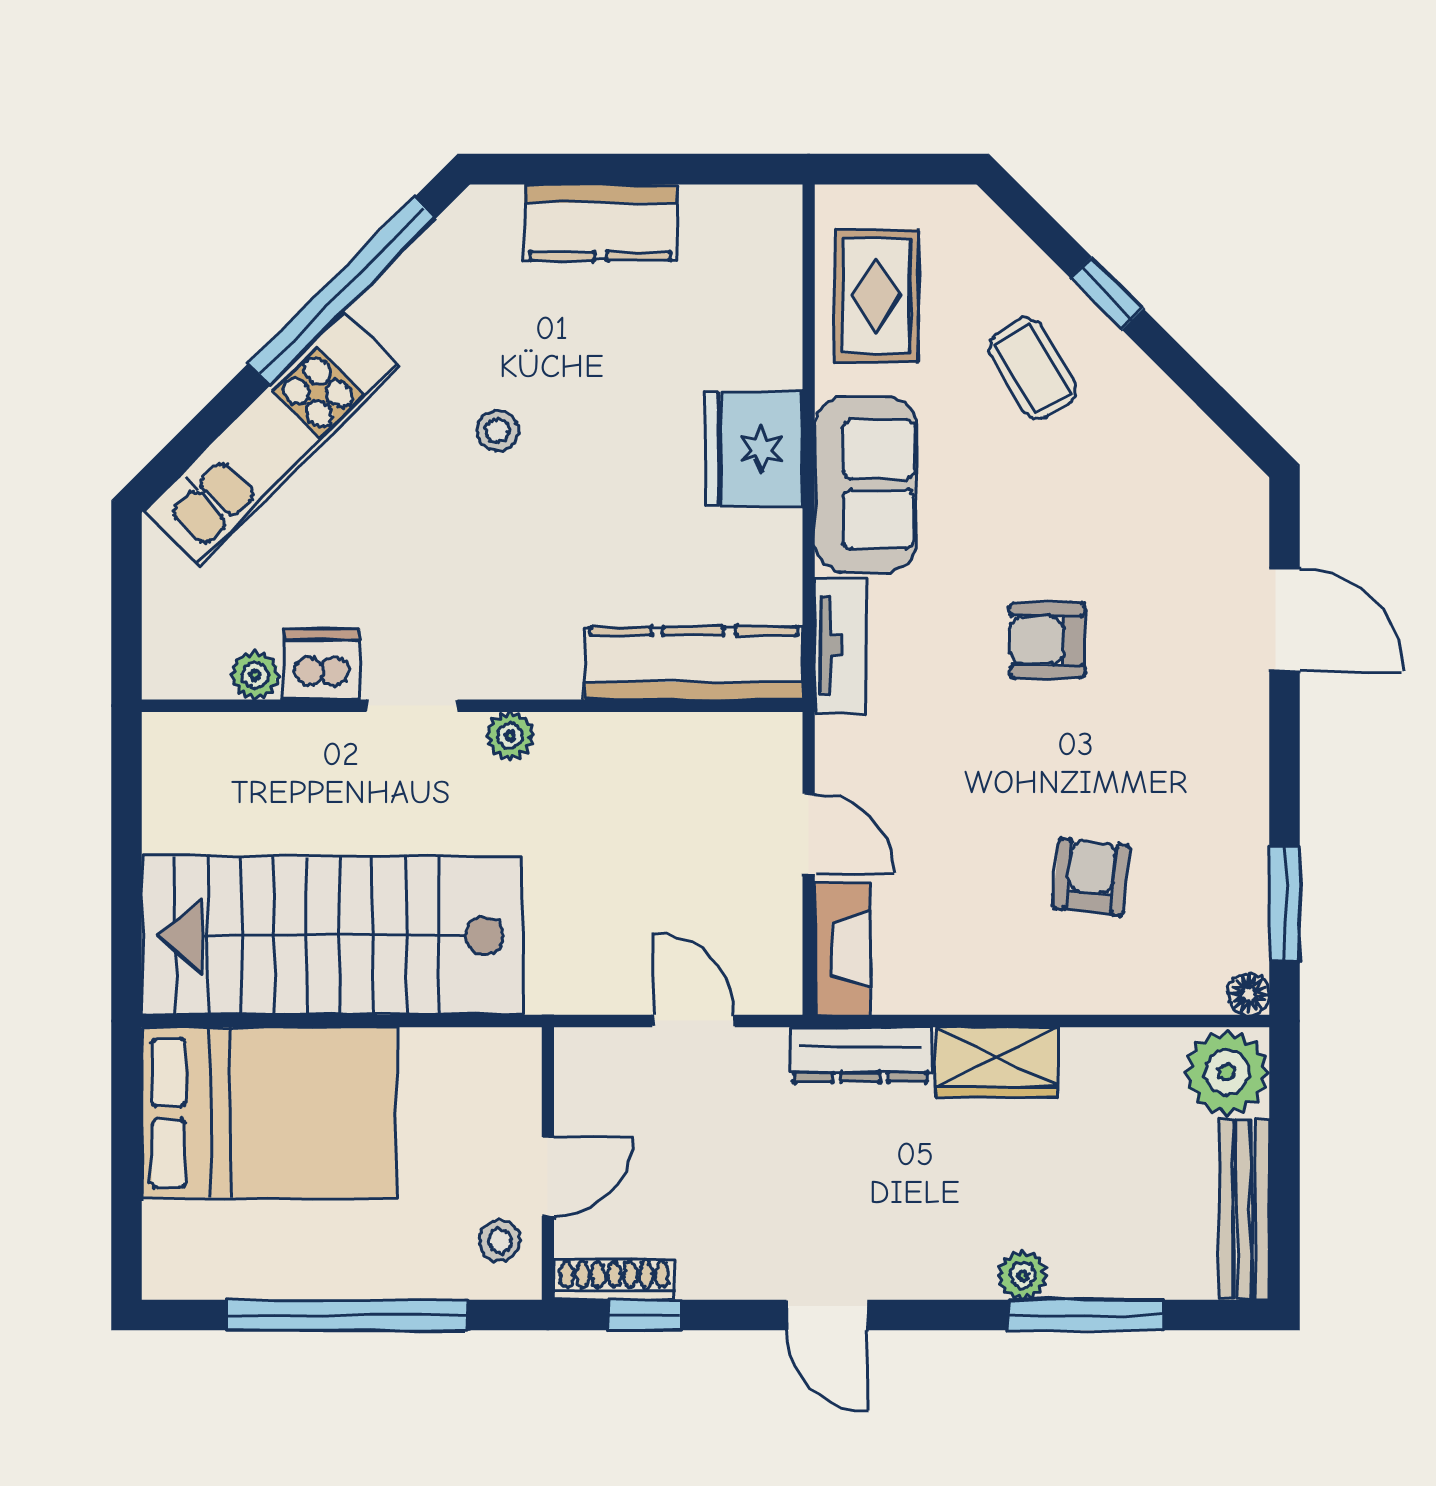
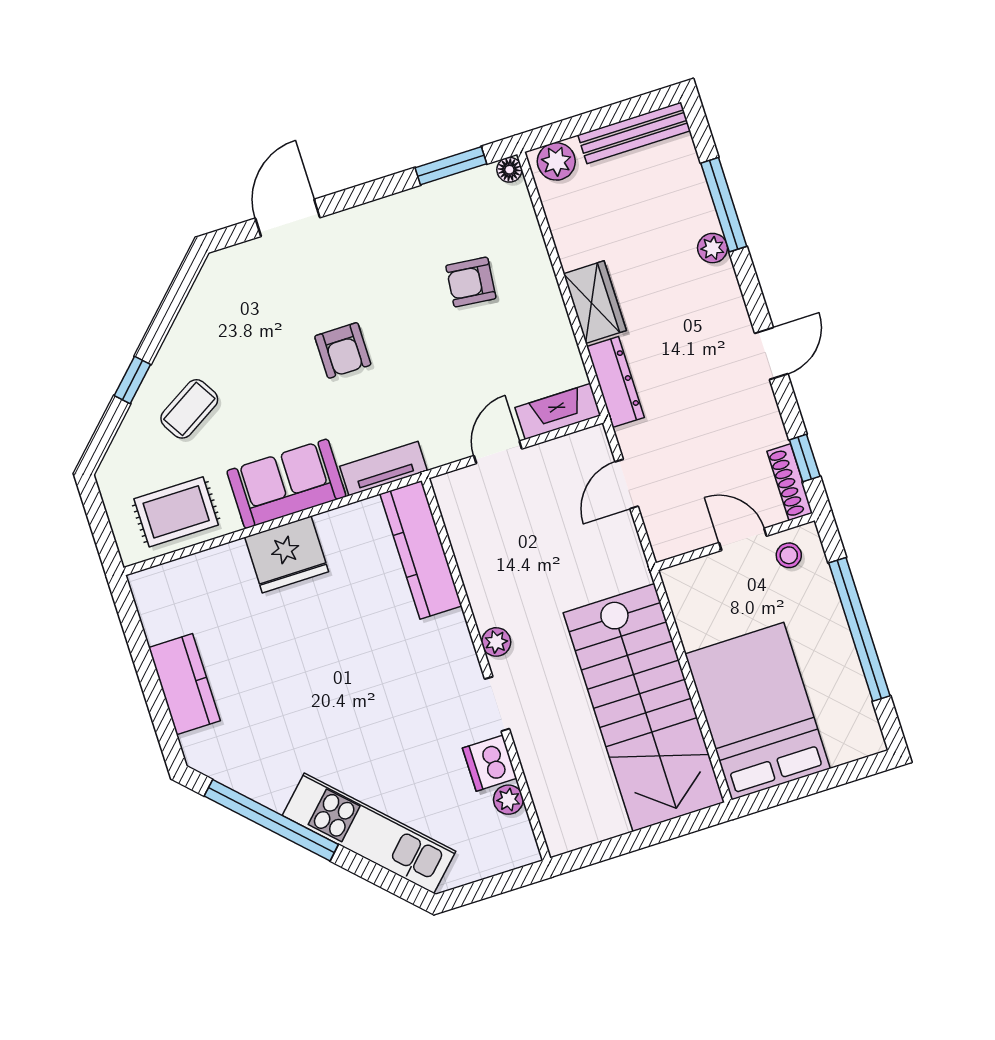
stool: (497, 430) -> (323, 705), removed
plant: (1227, 1072) -> (556, 161), width x0.73, depth x0.73

